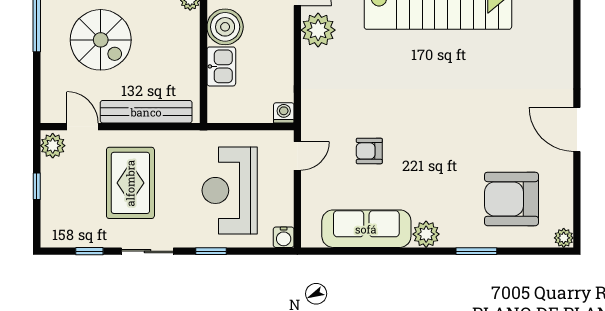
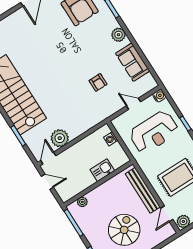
boiler: (225, 27) -> (84, 179), removed
washing machine: (284, 113) -> (111, 139), moved
door: (297, 156) -> (134, 104), moved
sofa: (366, 229) -> (133, 62), width x0.73

